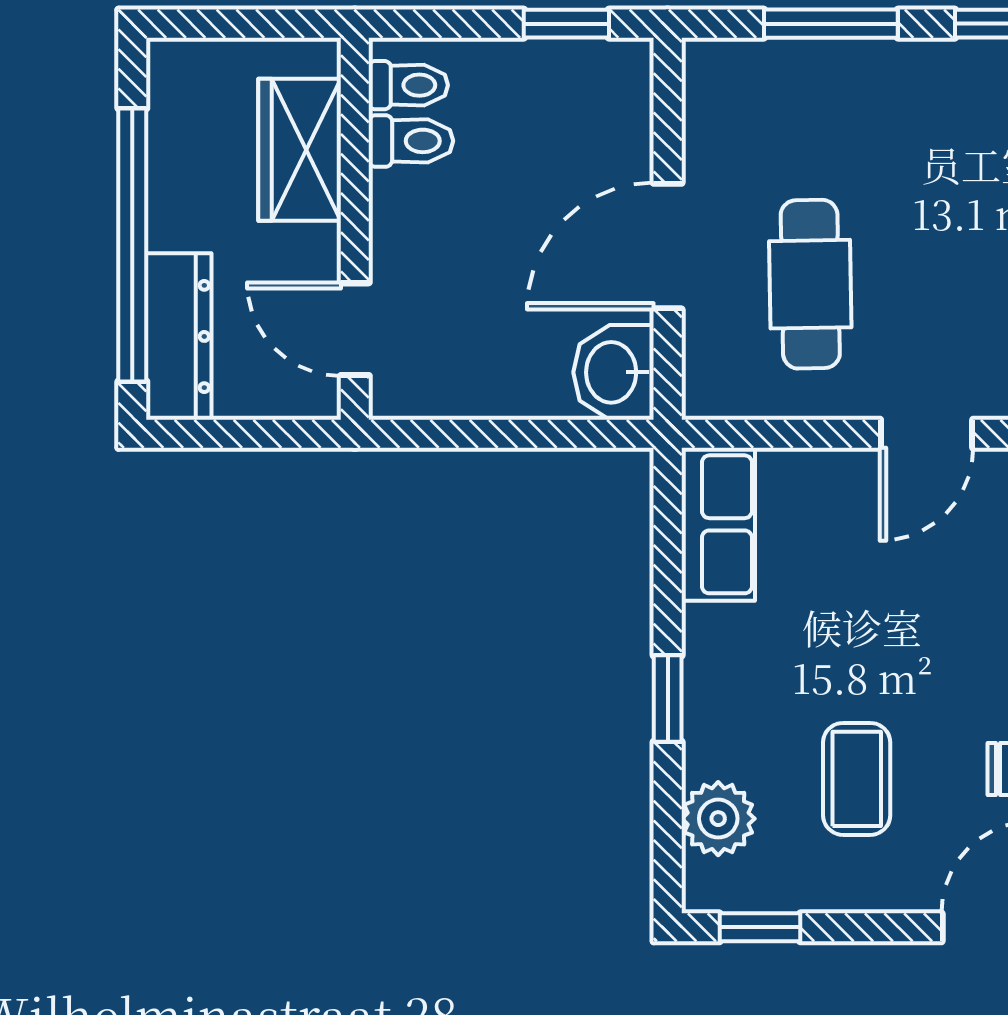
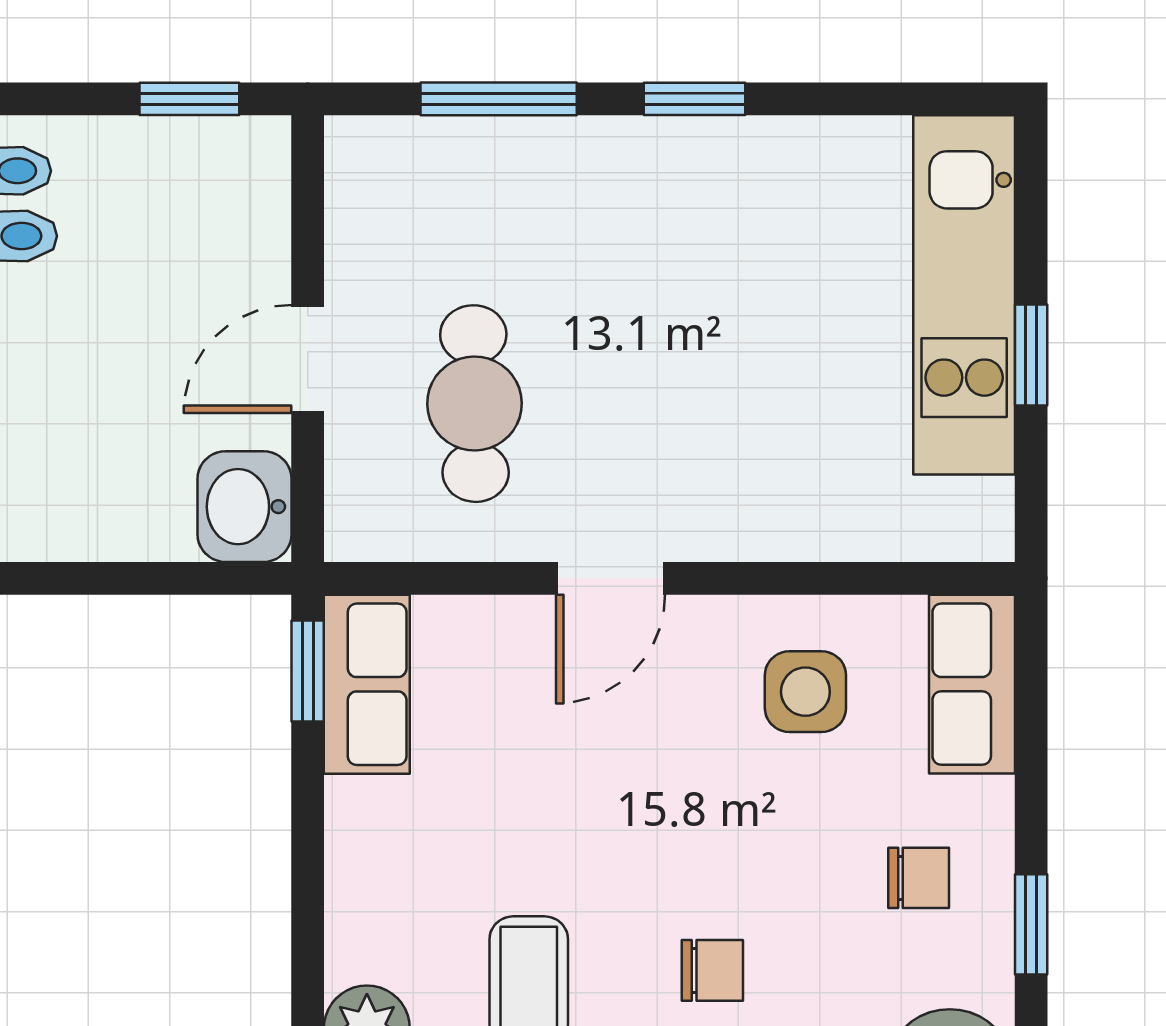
door: (668, 246) -> (308, 359), width x0.73
window: (668, 699) -> (308, 671), moved

